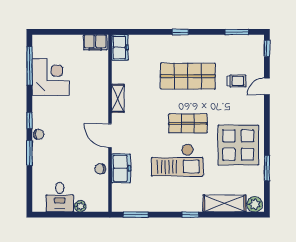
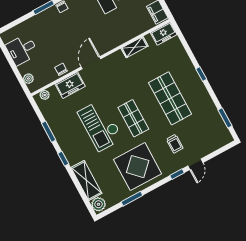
window: (267, 48) -> (177, 174), moved
trolley: (237, 81) -> (175, 144), moved
door: (267, 86) -> (195, 164), swing flipped
shelving: (118, 98) -> (135, 47), moved
plant: (117, 199) -> (45, 95), added
plant: (80, 206) -> (28, 79), moved
window: (136, 215) -> (49, 132), moved

